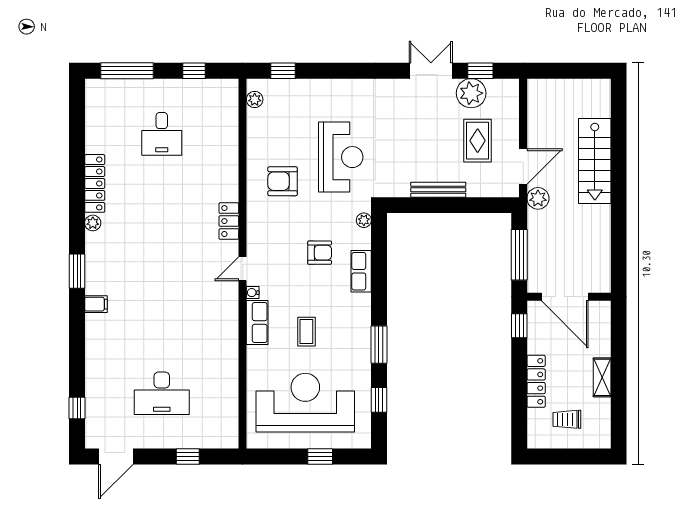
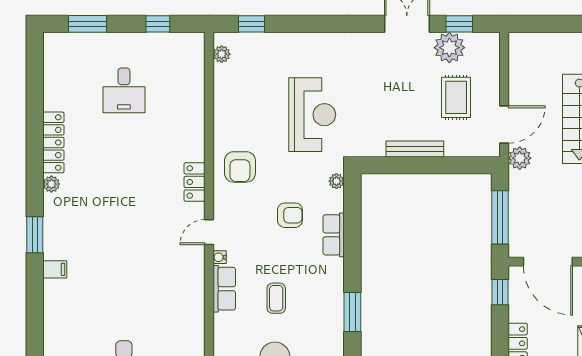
window: (127, 71) -> (87, 24), width x0.69
armchair: (283, 181) -> (240, 167), moved, turned -90

